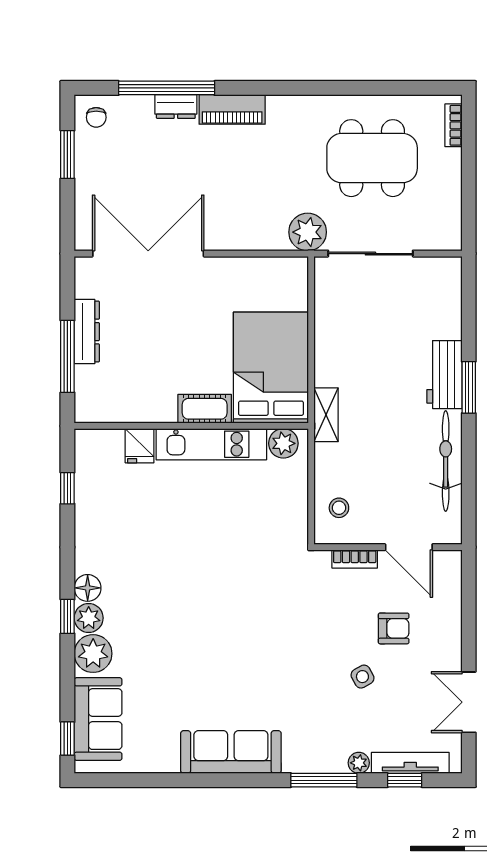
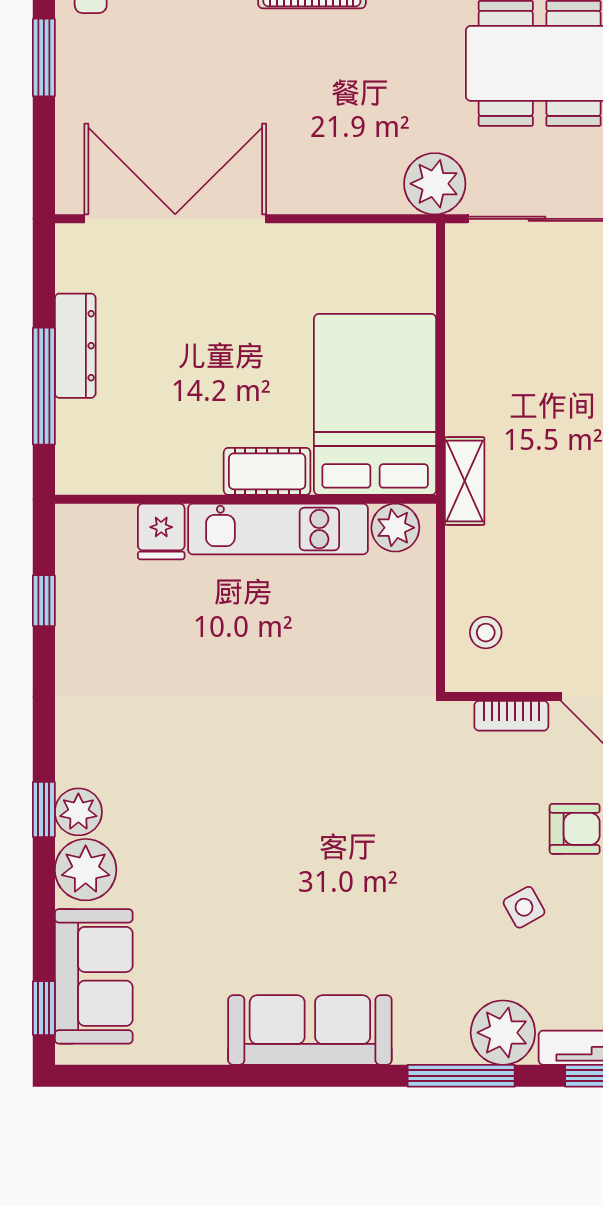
floor lamp: (88, 588) -> (77, 763), removed
plant: (359, 763) -> (503, 1033), width x1.88, depth x1.88

